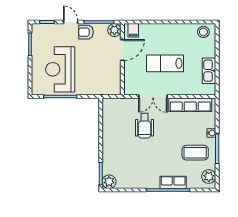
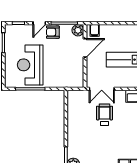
door: (71, 22) -> (39, 23), swing flipped
double door: (153, 96) -> (102, 89), moved
wheelchair: (145, 126) -> (104, 115), turned 180

